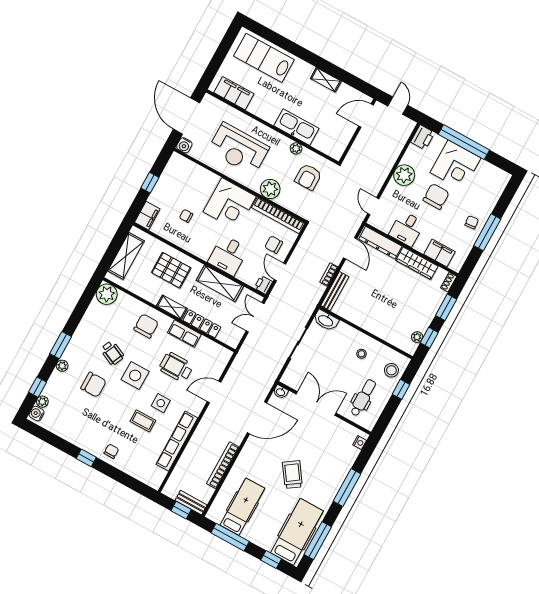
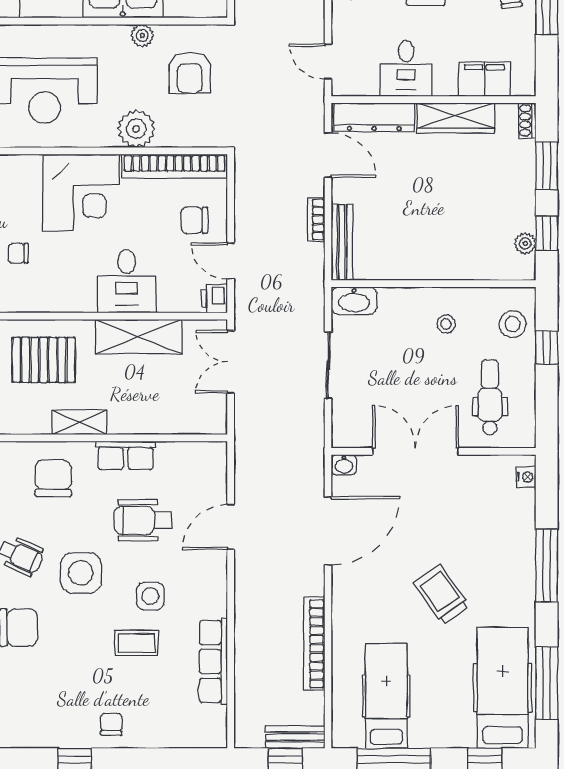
locker: (202, 324) -> (146, 422), removed
row of seats: (177, 441) -> (213, 661), width x0.73

